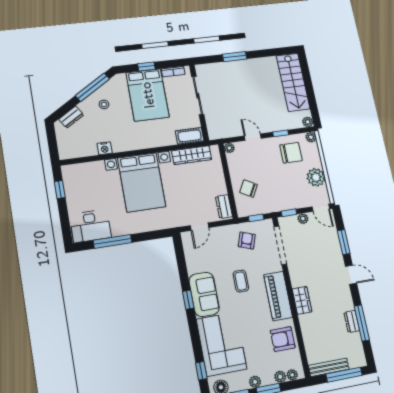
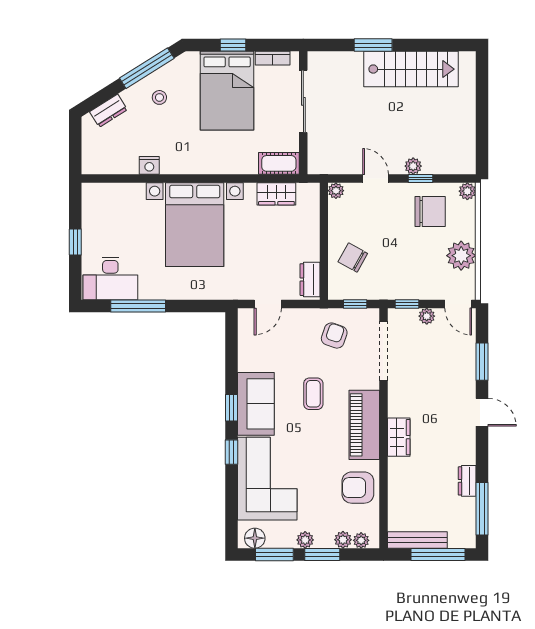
stairs: (293, 82) -> (411, 69), moved, turned -90
plant: (308, 122) -> (413, 166), moved
wardrobe: (192, 155) -> (276, 194), width x0.67
window: (60, 190) -> (75, 242), moved
window: (362, 323) -> (482, 509), moved
window: (201, 371) -> (231, 452), moved

